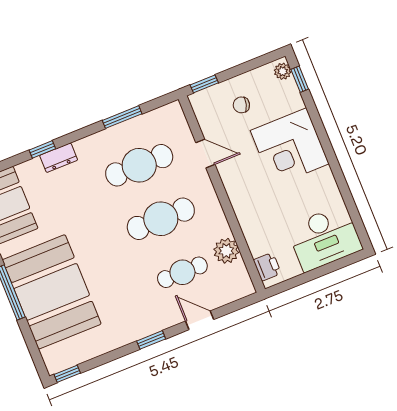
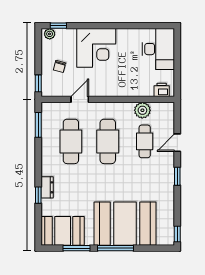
window: (122, 117) -> (38, 125), moved

